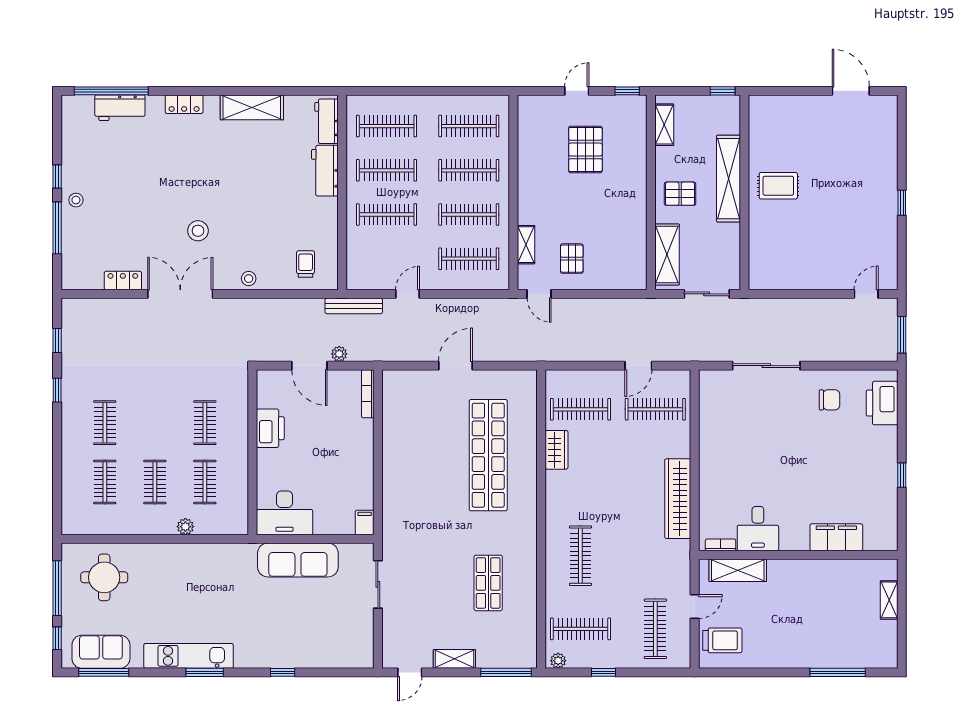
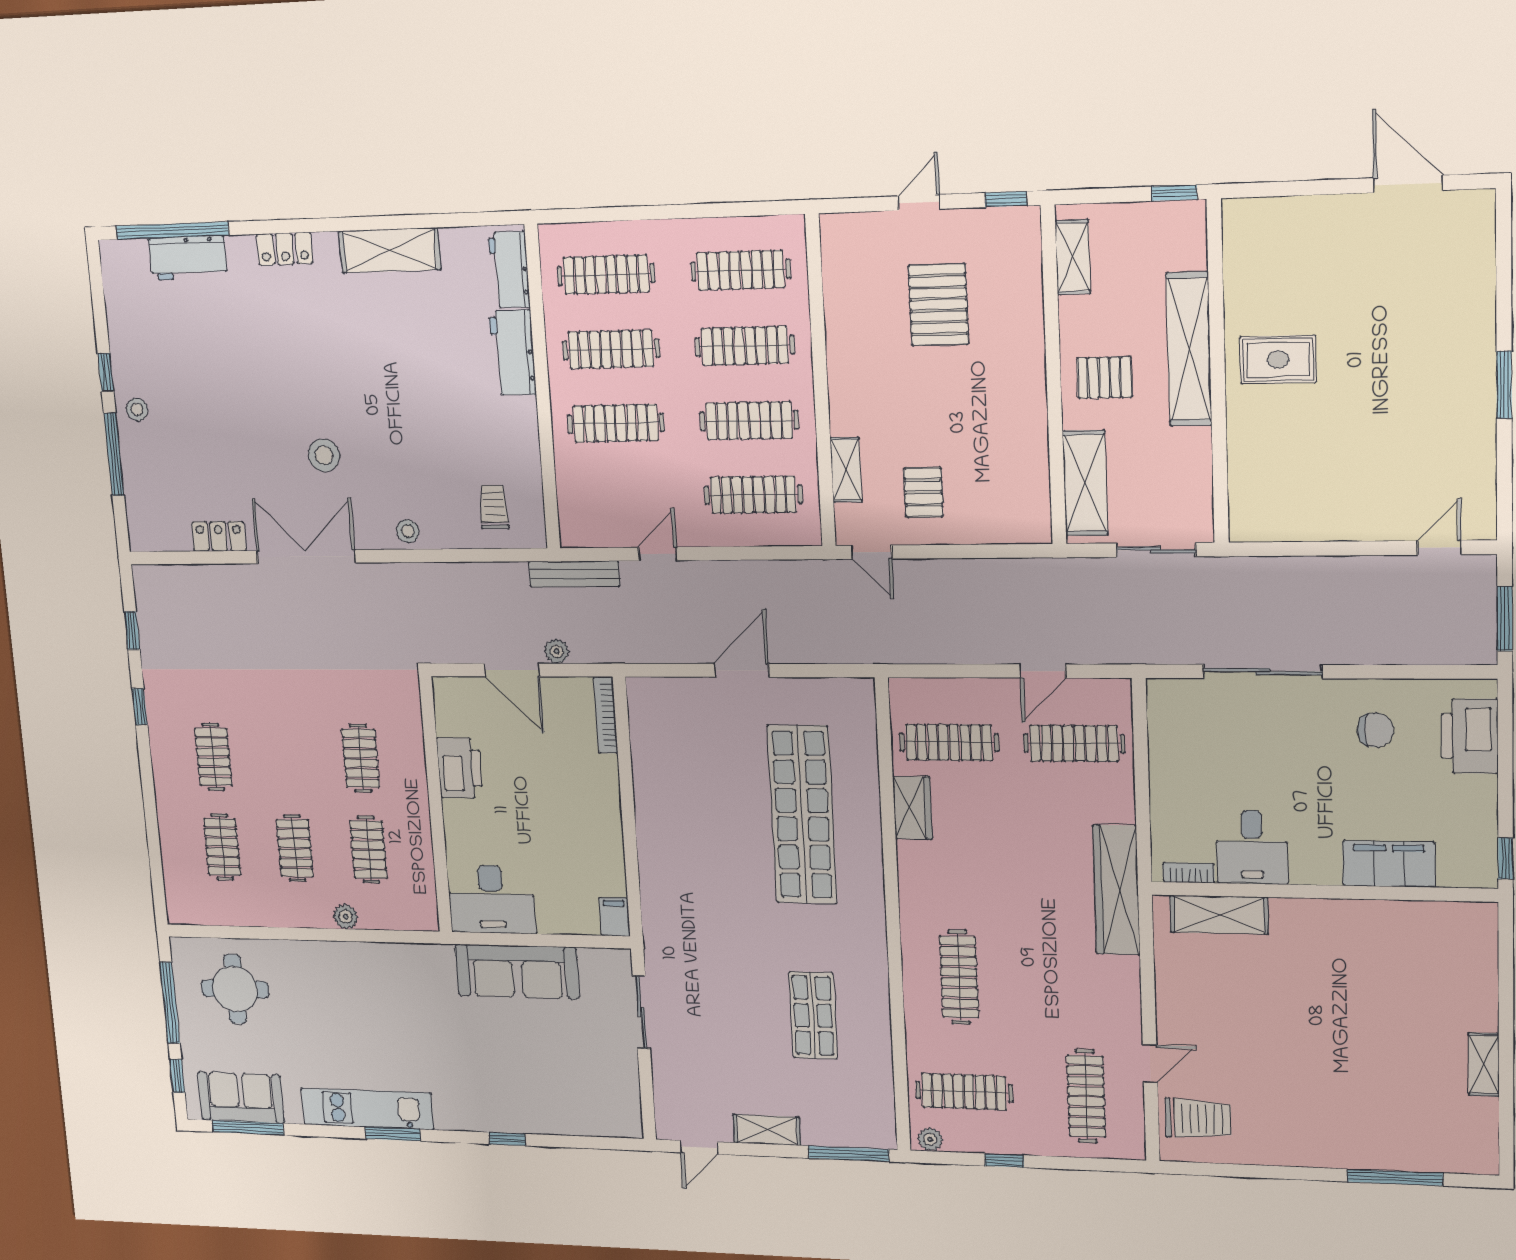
window: (902, 203) -> (1504, 385), width x1.50
desk: (758, 529) -> (1252, 847), moved
filing cabinet: (836, 537) -> (1389, 864), moved
bookcase: (721, 545) -> (1189, 873), moved
wall: (798, 555) -> (1323, 892), moved
shelving: (738, 570) -> (1219, 915), moved

